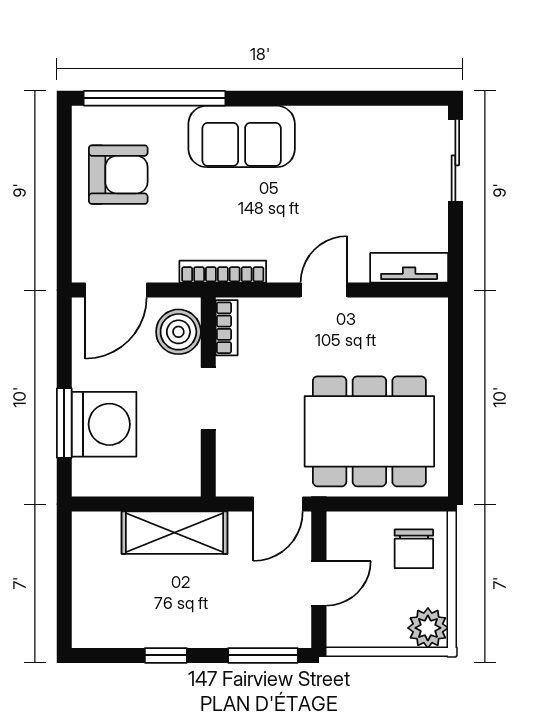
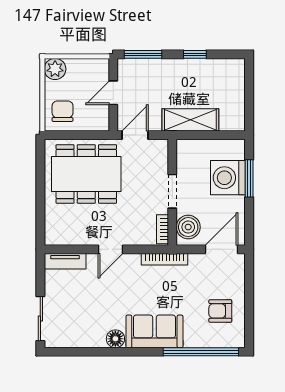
floor lamp: (315, 122) -> (115, 339), added
armchair: (118, 175) -> (220, 311), width x0.72, depth x0.72

